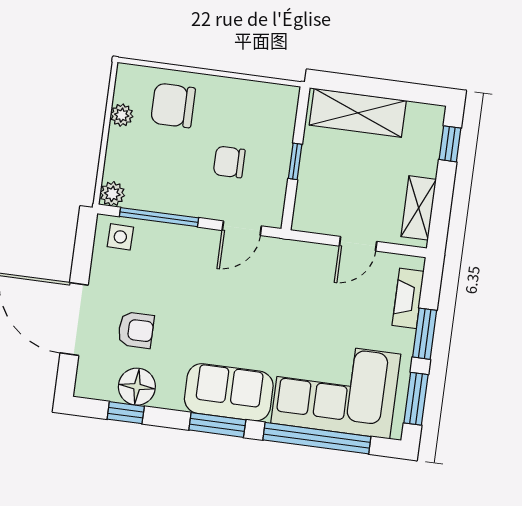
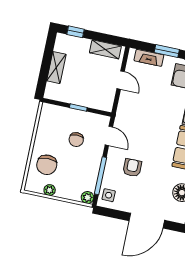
shelving: (358, 113) -> (56, 68), width x0.67, depth x0.75
armchair: (136, 330) -> (132, 168), moved

